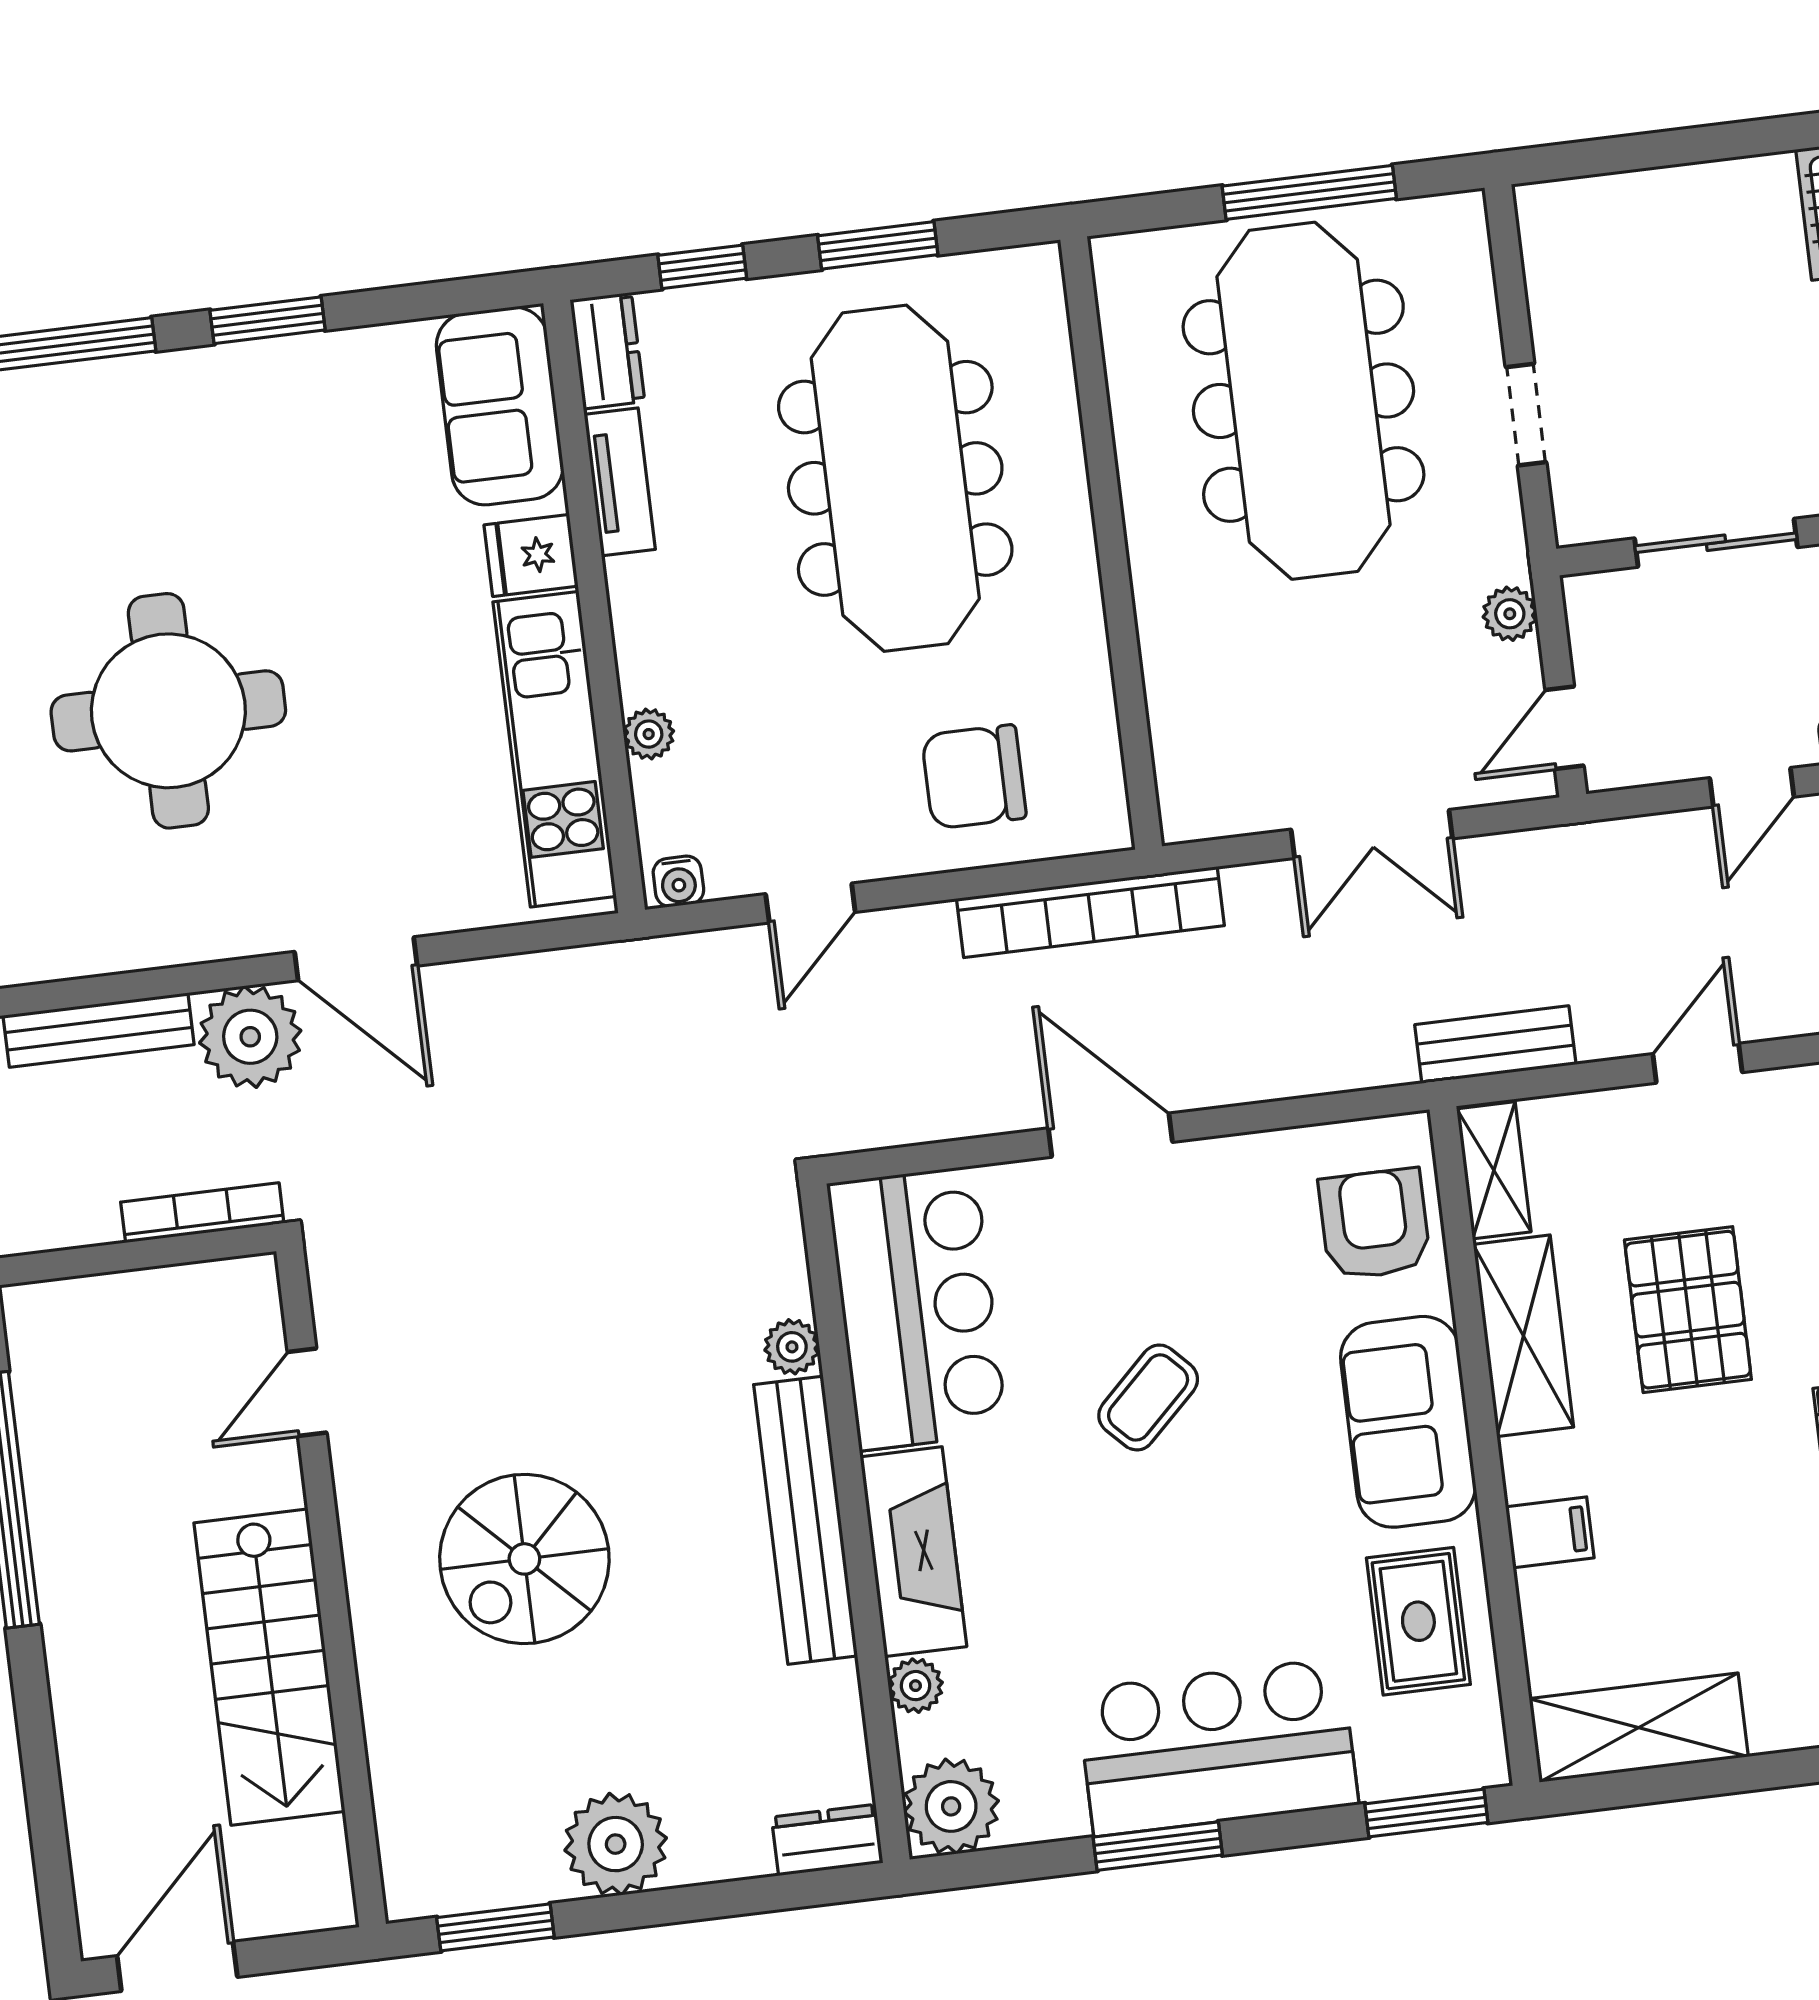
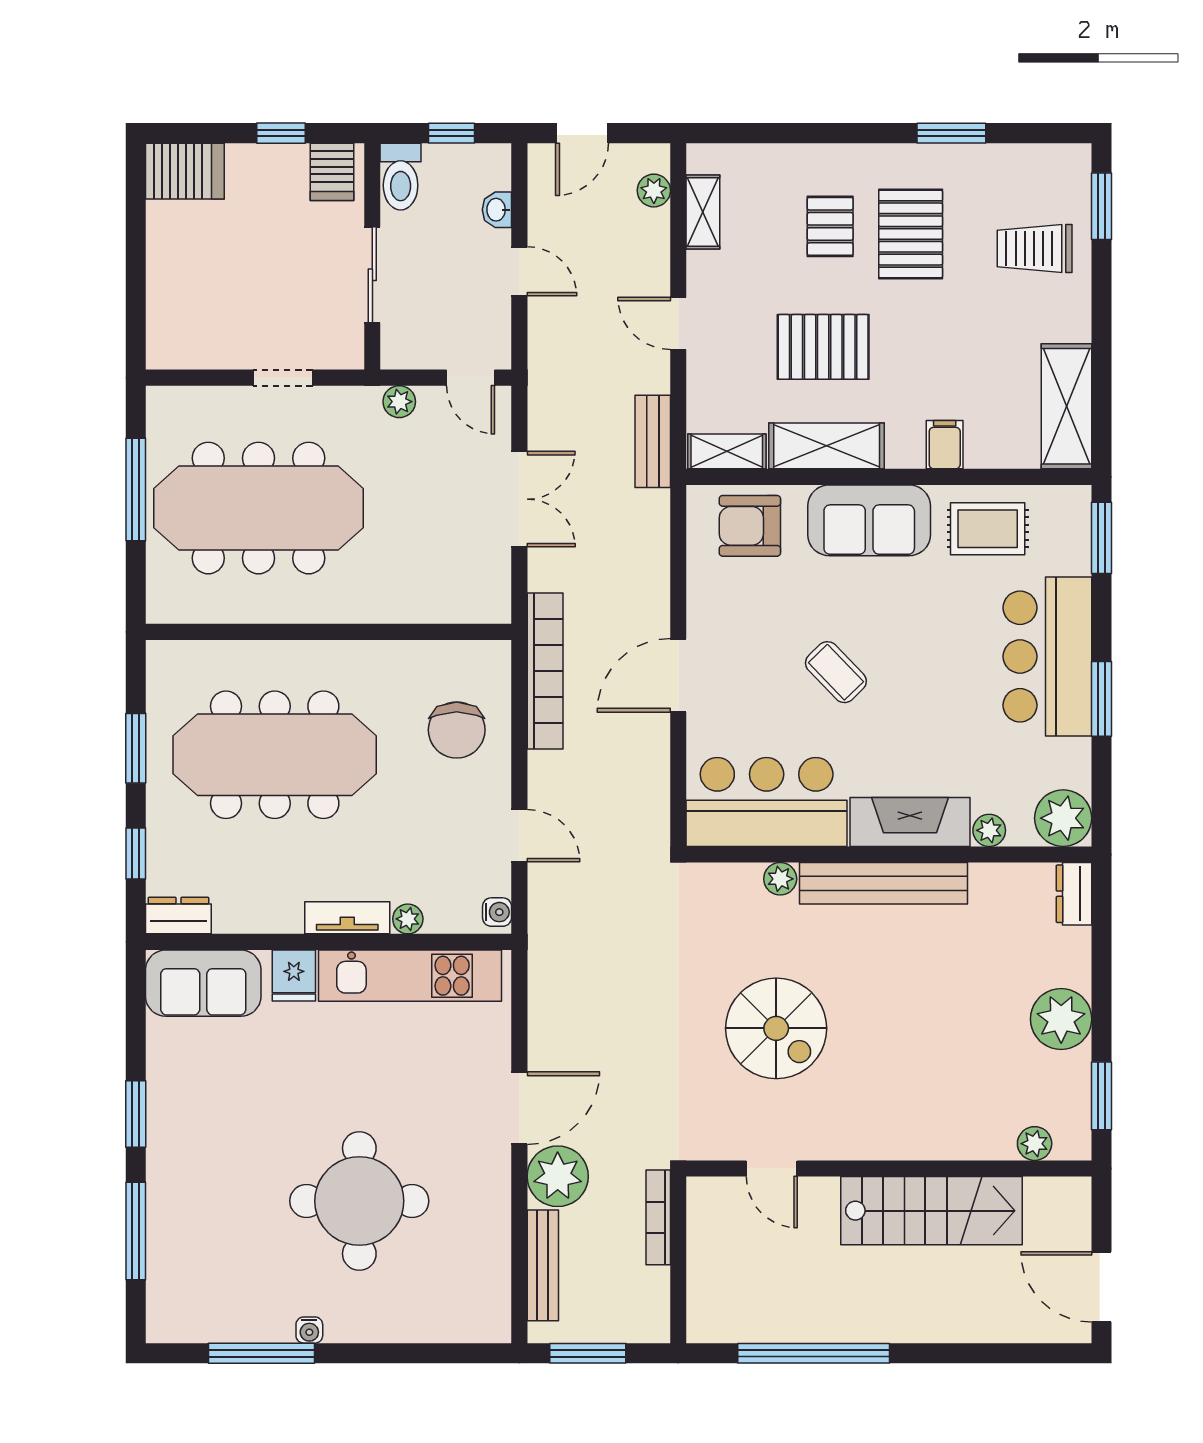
tv unit: (620, 482) -> (347, 918), moved
spiral stairs: (524, 1559) -> (776, 1028), moved
plant: (402, 1825) -> (1035, 1144), added

